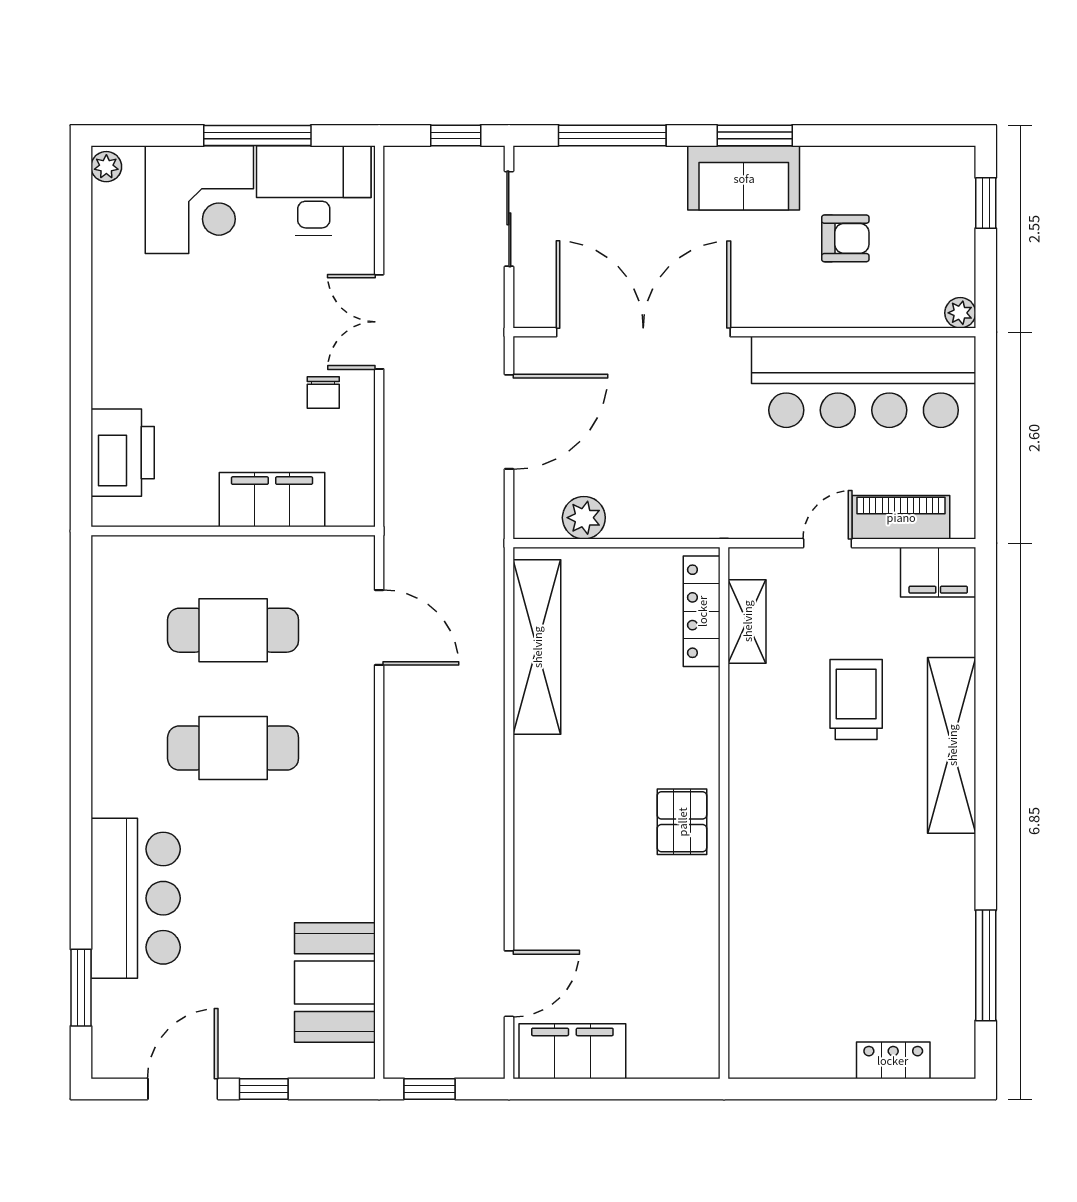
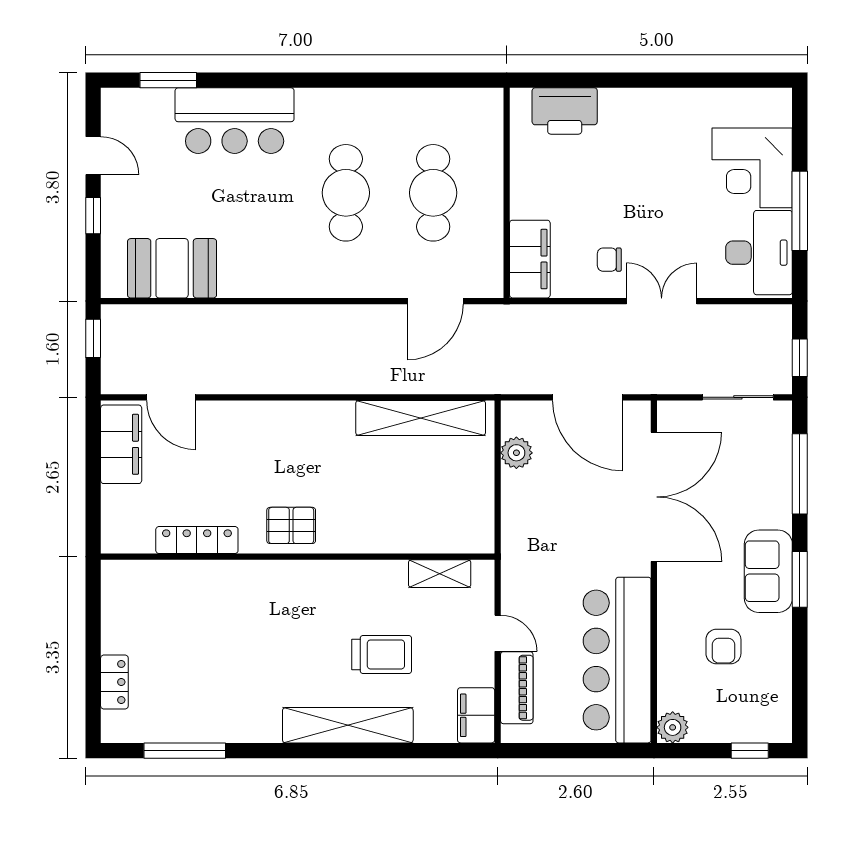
plant: (106, 167) -> (777, 99), removed
plant: (960, 313) -> (673, 727), width x1.38, depth x1.38
filing cabinet: (272, 500) -> (530, 259), moved
locker: (702, 611) -> (197, 540), moved
door: (183, 1089) -> (93, 156), width x0.73

